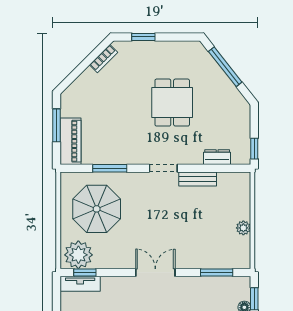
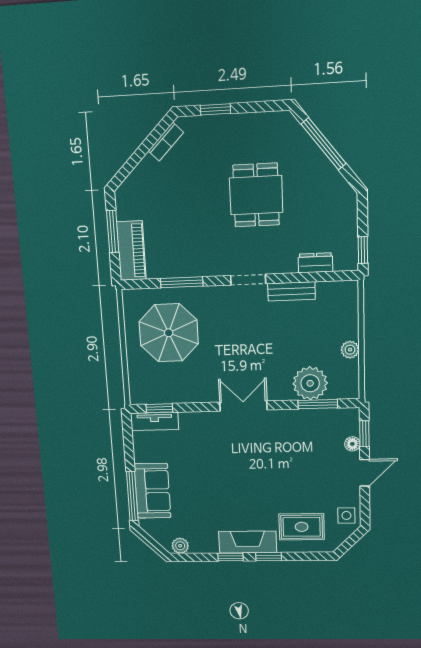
plant: (78, 255) -> (310, 383), moved

